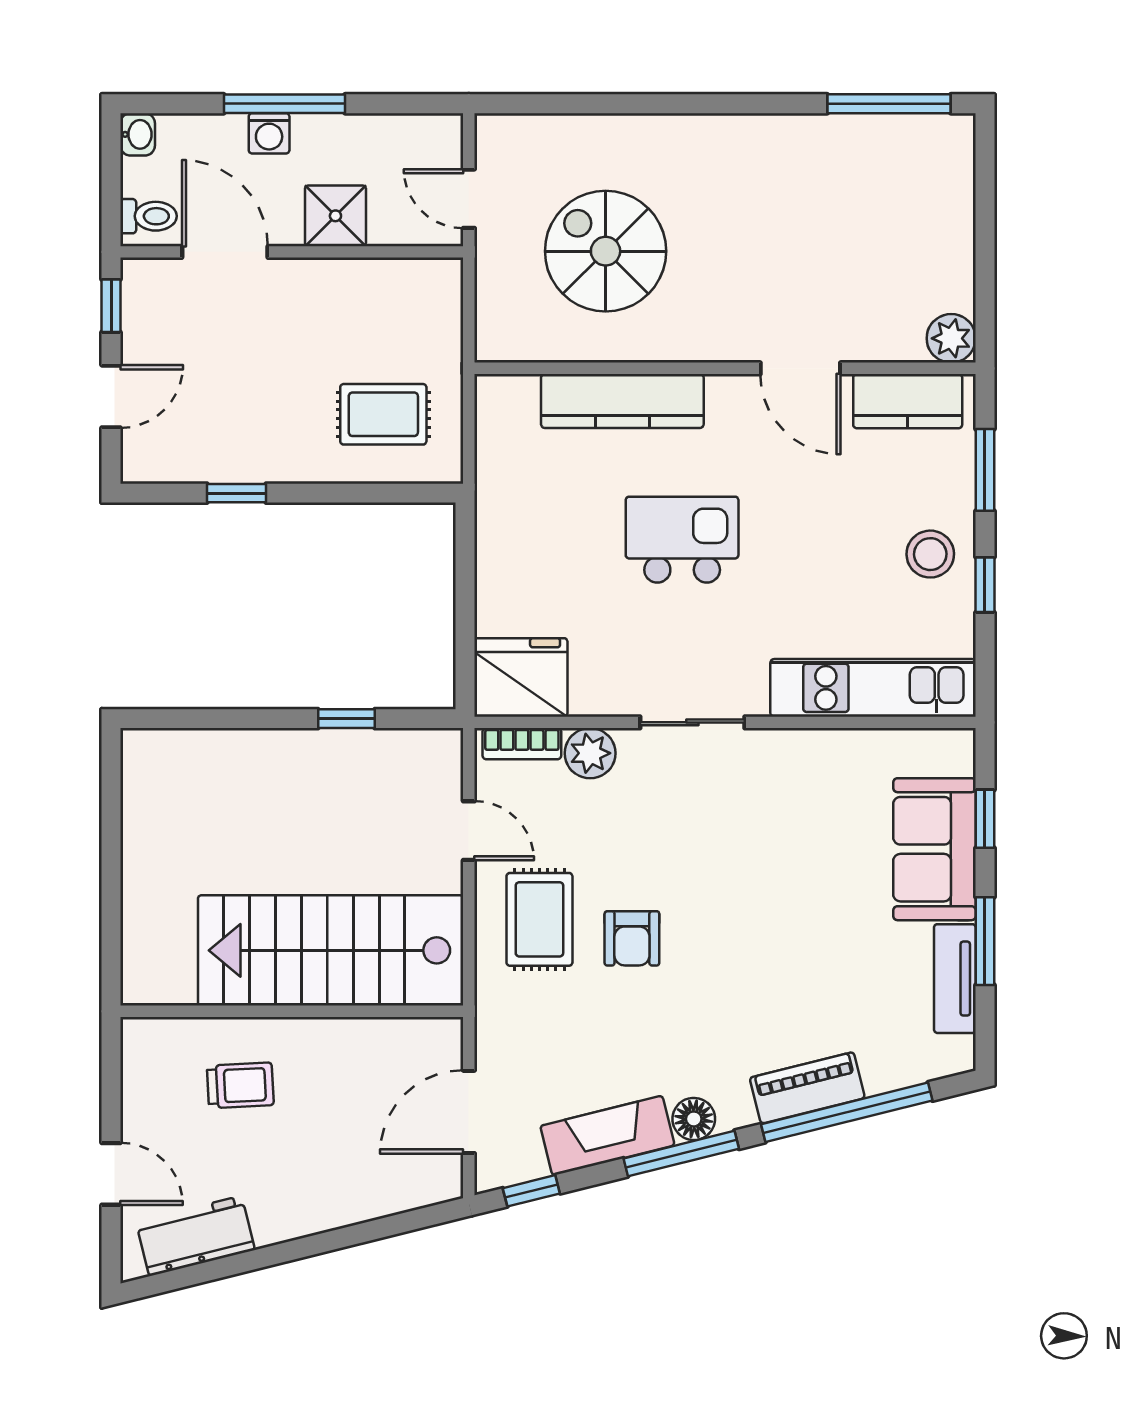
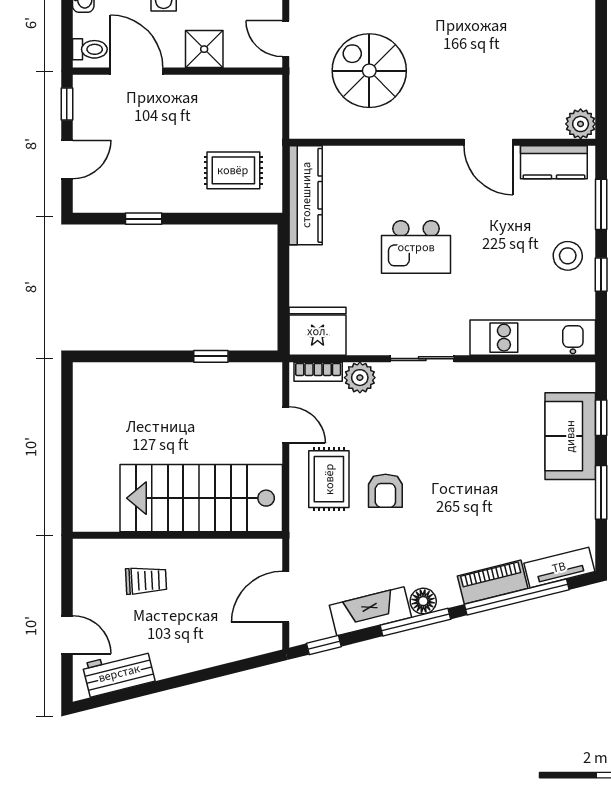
kitchen counter: (622, 401) -> (306, 195), moved, turned -90
kitchen island: (682, 540) -> (416, 247), turned 180
tv unit: (955, 979) -> (559, 567), moved, turned 76

